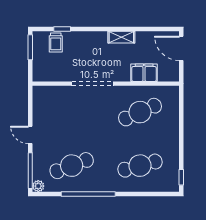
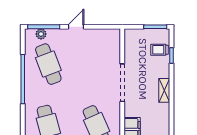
shelving: (121, 37) -> (164, 90), moved
plant: (38, 186) -> (41, 34), moved

